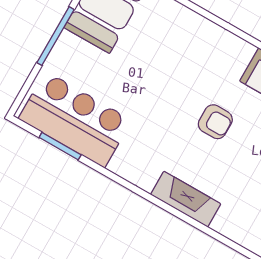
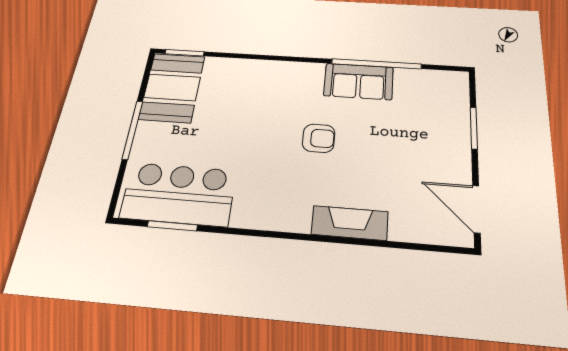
fireplace: (186, 199) -> (350, 223), moved

